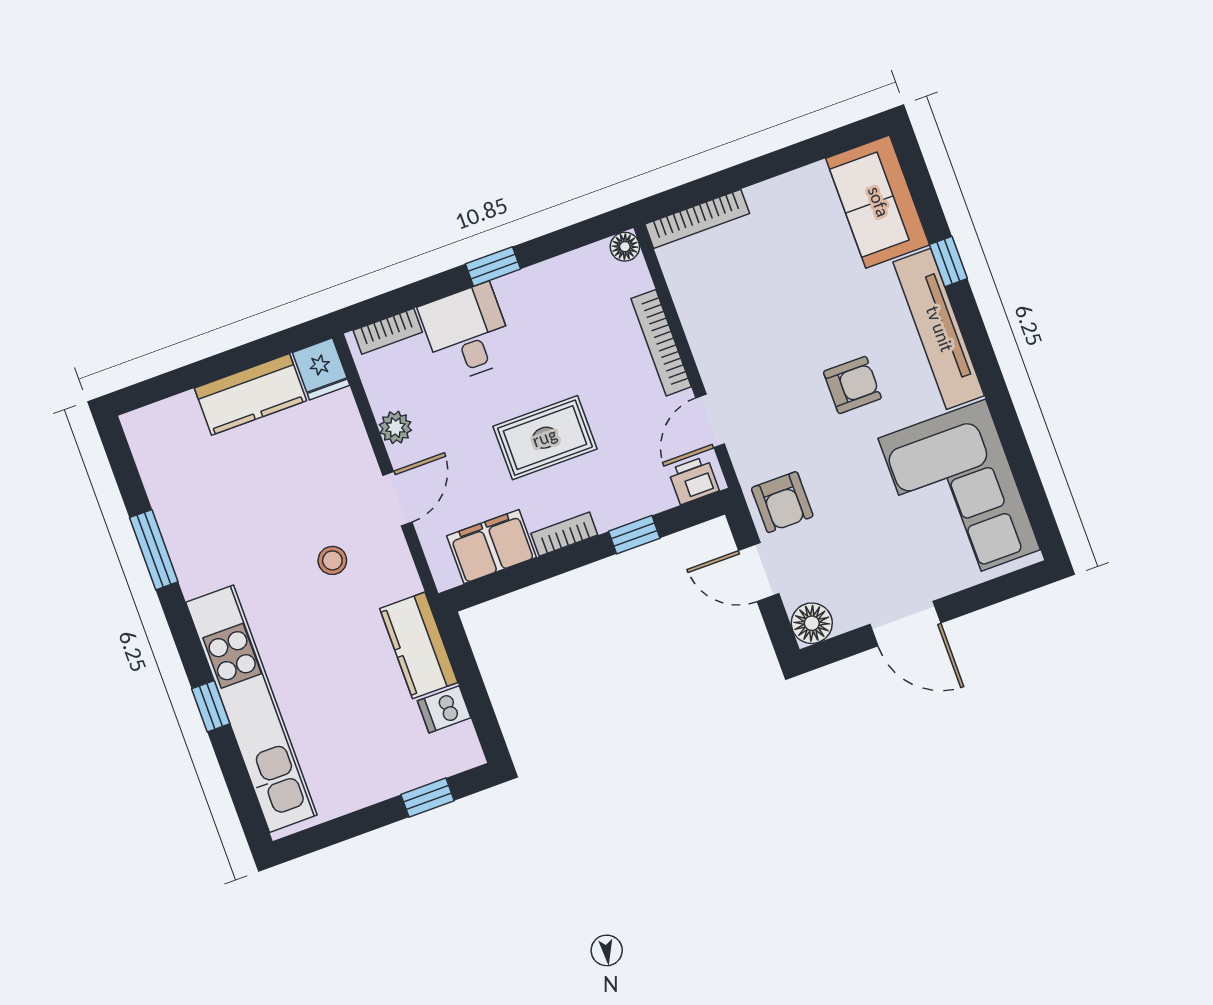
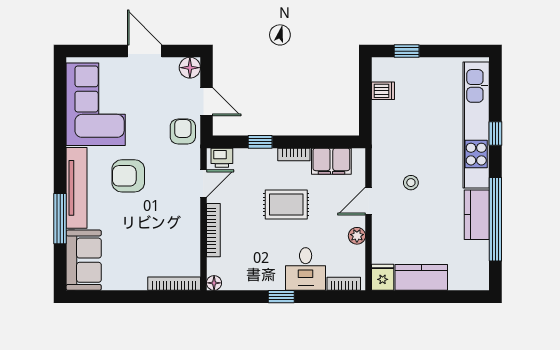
window: (948, 262) -> (60, 219), width x2.17
armchair: (852, 385) -> (128, 176), width x1.38, depth x1.38
window: (154, 550) -> (495, 219), width x2.11
kitchen counter: (419, 645) -> (477, 215), moved, turned 180

